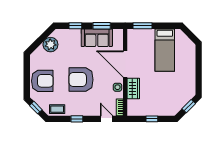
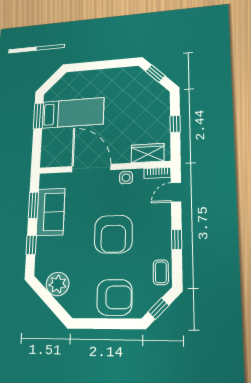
window: (143, 26) -> (38, 116), moved
door: (125, 64) -> (91, 168), swing flipped
armchair: (42, 81) -> (114, 297), turned 90
wardrobe: (133, 89) -> (148, 153), moved

